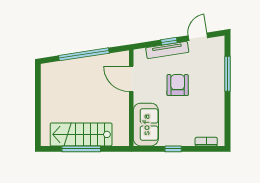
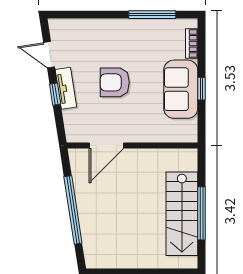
tv unit: (167, 50) -> (66, 88), width x0.71
window: (227, 74) -> (152, 15), moved
sofa: (146, 125) -> (181, 89), moved, turned -90

